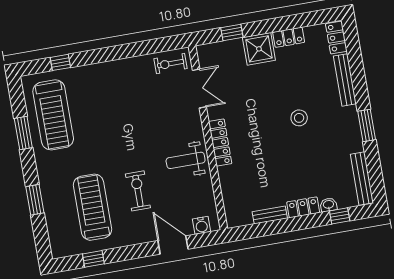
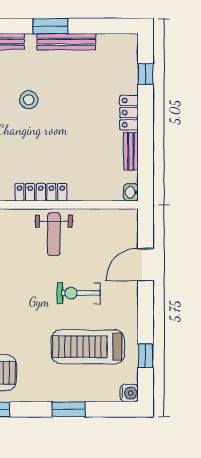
bench: (362, 178) -> (66, 42), moved
washbasin: (328, 205) -> (131, 192), moved
water cooler: (201, 225) -> (129, 393), moved

